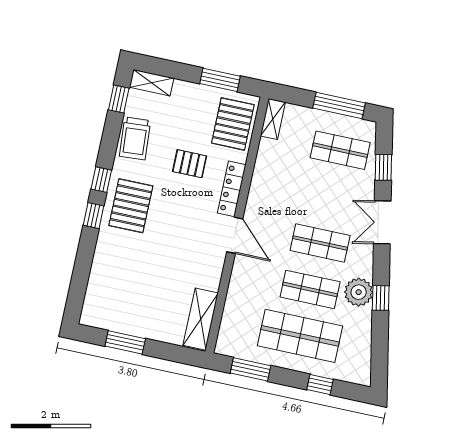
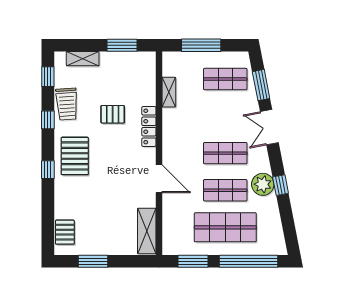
shelving: (152, 83) -> (83, 59), moved
window: (339, 106) -> (201, 45), moved
shelving: (273, 119) -> (169, 92), moved
pallet: (233, 124) -> (65, 232), moved, width x0.67, depth x0.71
window: (383, 167) -> (261, 85), width x1.50
window: (101, 180) -> (48, 120), moved
door: (235, 235) -> (159, 179), moved
window: (320, 384) -> (249, 261), width x3.17

